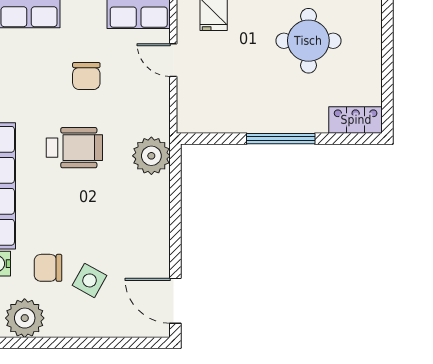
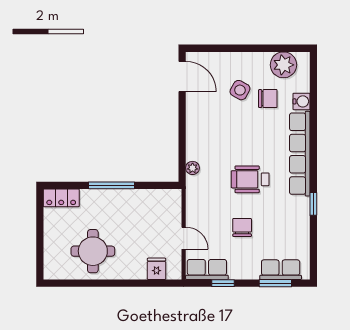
plant: (151, 156) -> (193, 168), width x0.53, depth x0.53

